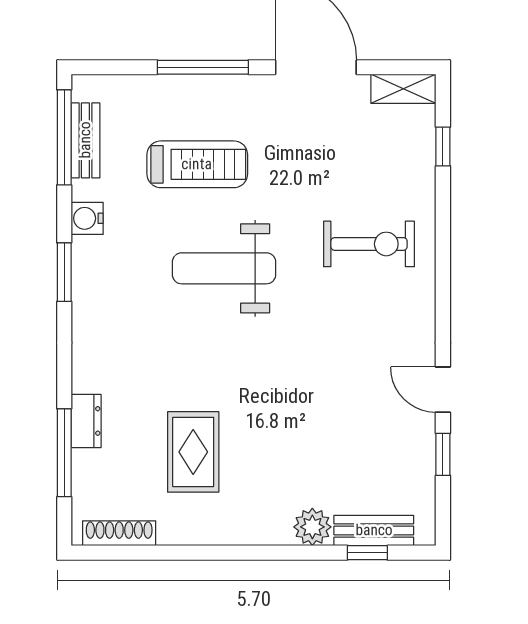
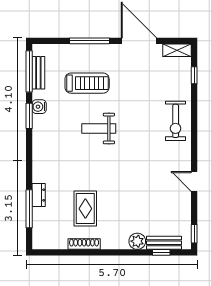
exercise bike: (369, 244) -> (176, 121), moved, turned 90
weight bench: (224, 268) -> (99, 128), width x0.73, depth x0.75
window: (64, 272) -> (29, 116), moved
window: (443, 454) -> (194, 234), moved
shoe rack: (119, 533) -> (84, 244), moved

